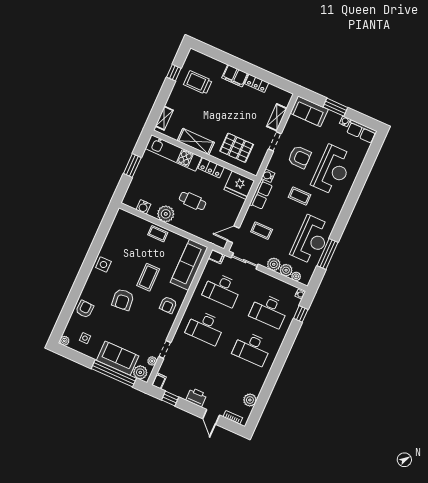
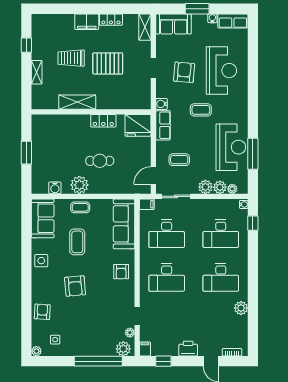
trolley: (198, 82) -> (71, 58), moved
shelving: (277, 117) -> (145, 27), moved
shelving: (164, 118) -> (37, 72), moved
pallet: (237, 148) -> (108, 63), moved
kitchen unit: (173, 153) -> (61, 123), removed
armchair: (300, 157) -> (184, 72), turned -85
coffee table: (148, 277) -> (77, 242), moved
sofa: (118, 358) -> (43, 218), moved, turned 90
plant: (250, 400) -> (241, 308), moved

